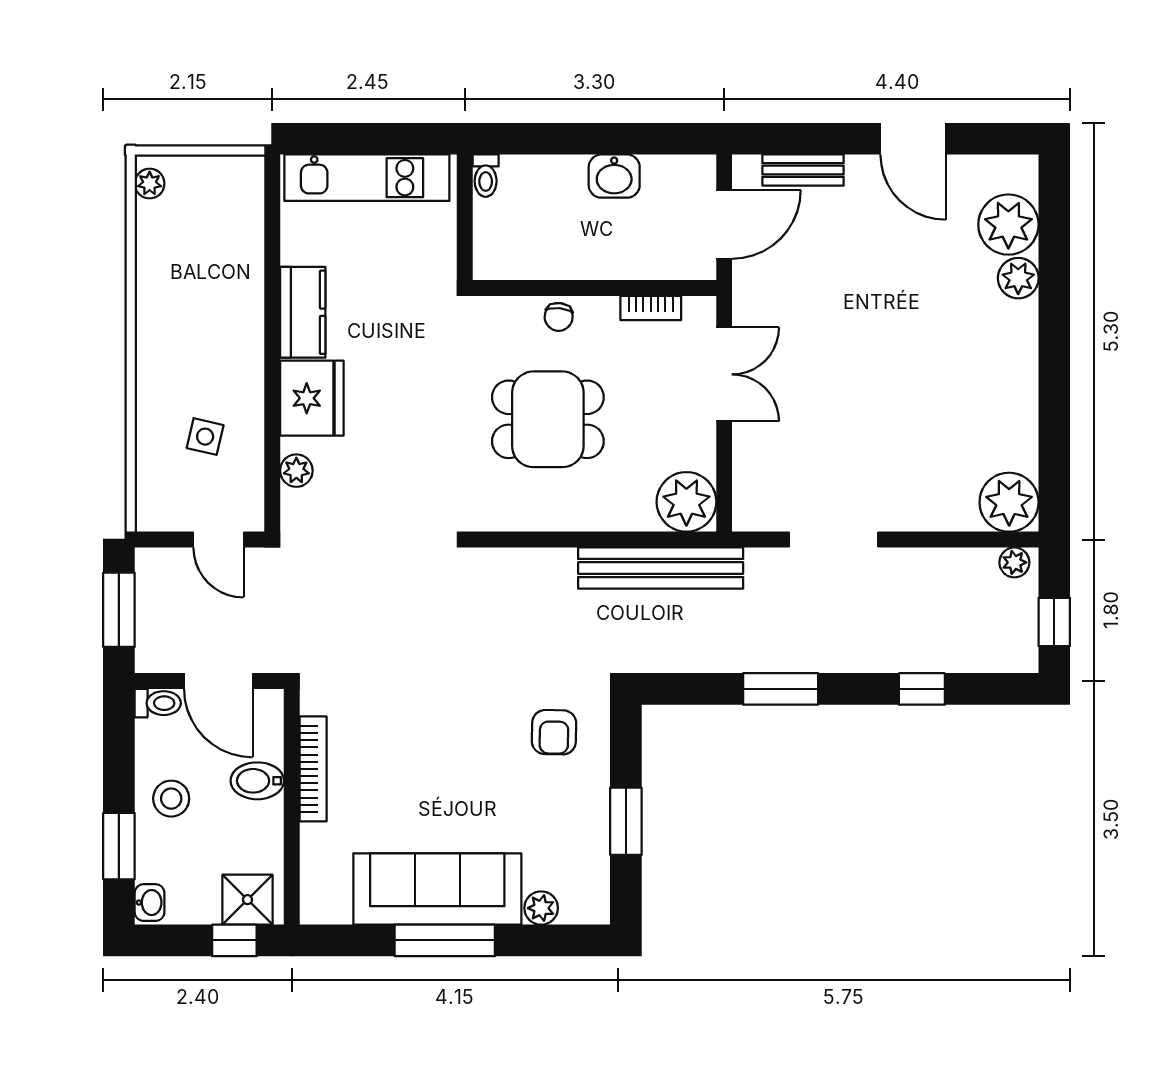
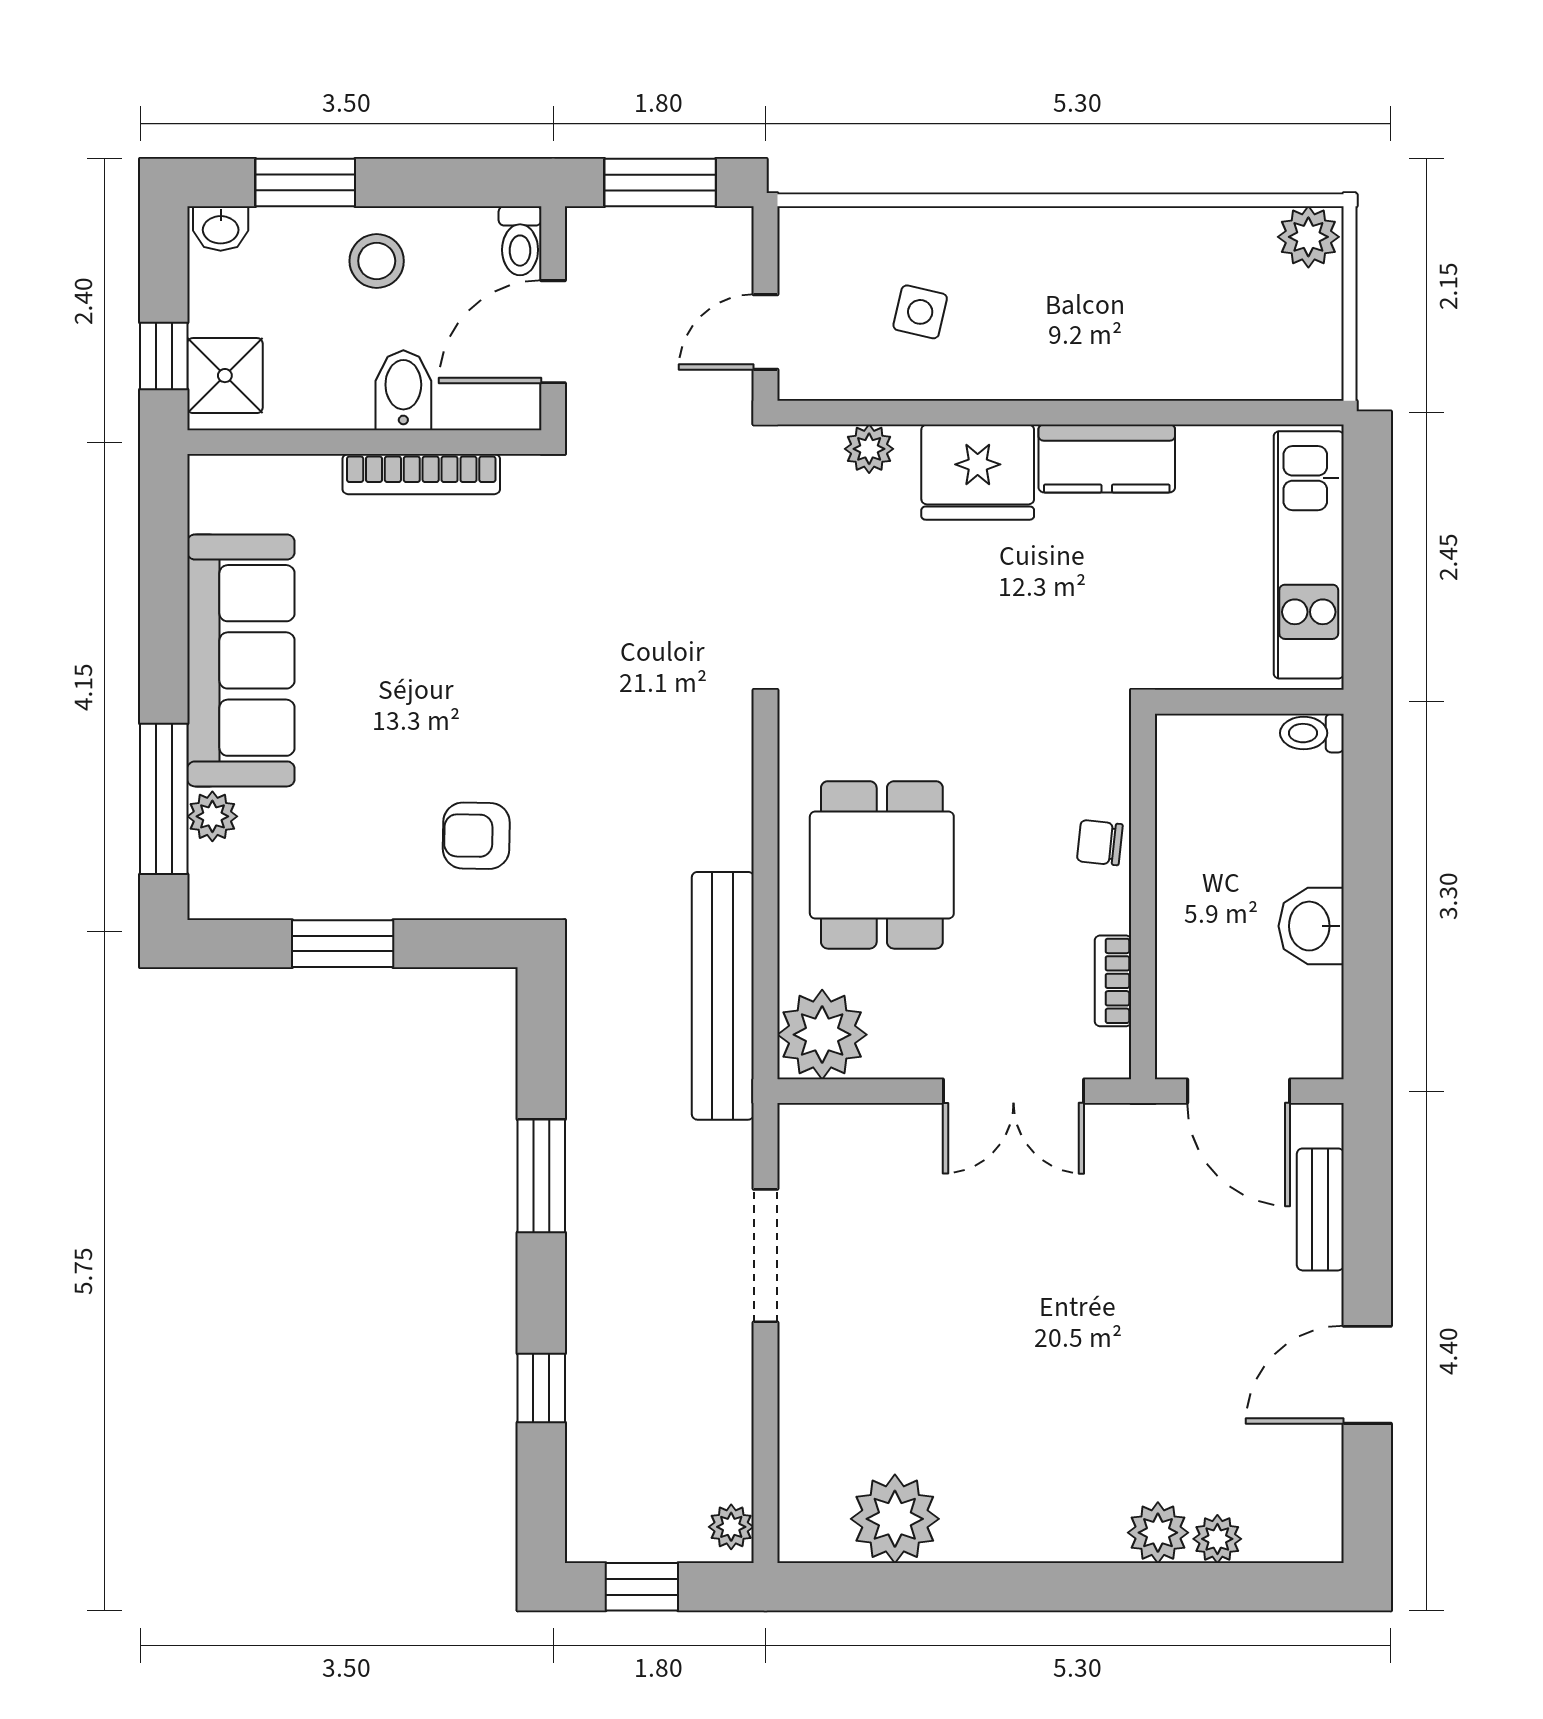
plant: (150, 184) -> (1308, 237), width x1.38, depth x1.38
plant: (1008, 225) -> (1217, 1539), width x0.53, depth x0.53
dining table: (548, 419) -> (882, 865), moved
plant: (1009, 502) -> (895, 1519), moved
window: (445, 940) -> (164, 799), moved

